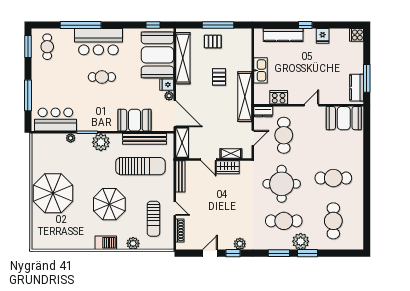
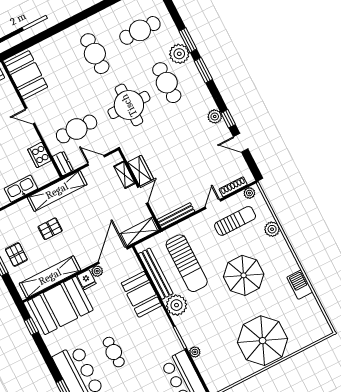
plant: (101, 142) -> (176, 305), moved
sun lounger: (140, 166) -> (187, 263), turned 180
plant: (169, 240) -> (249, 193), added
barbecue: (106, 243) -> (300, 285), moved

